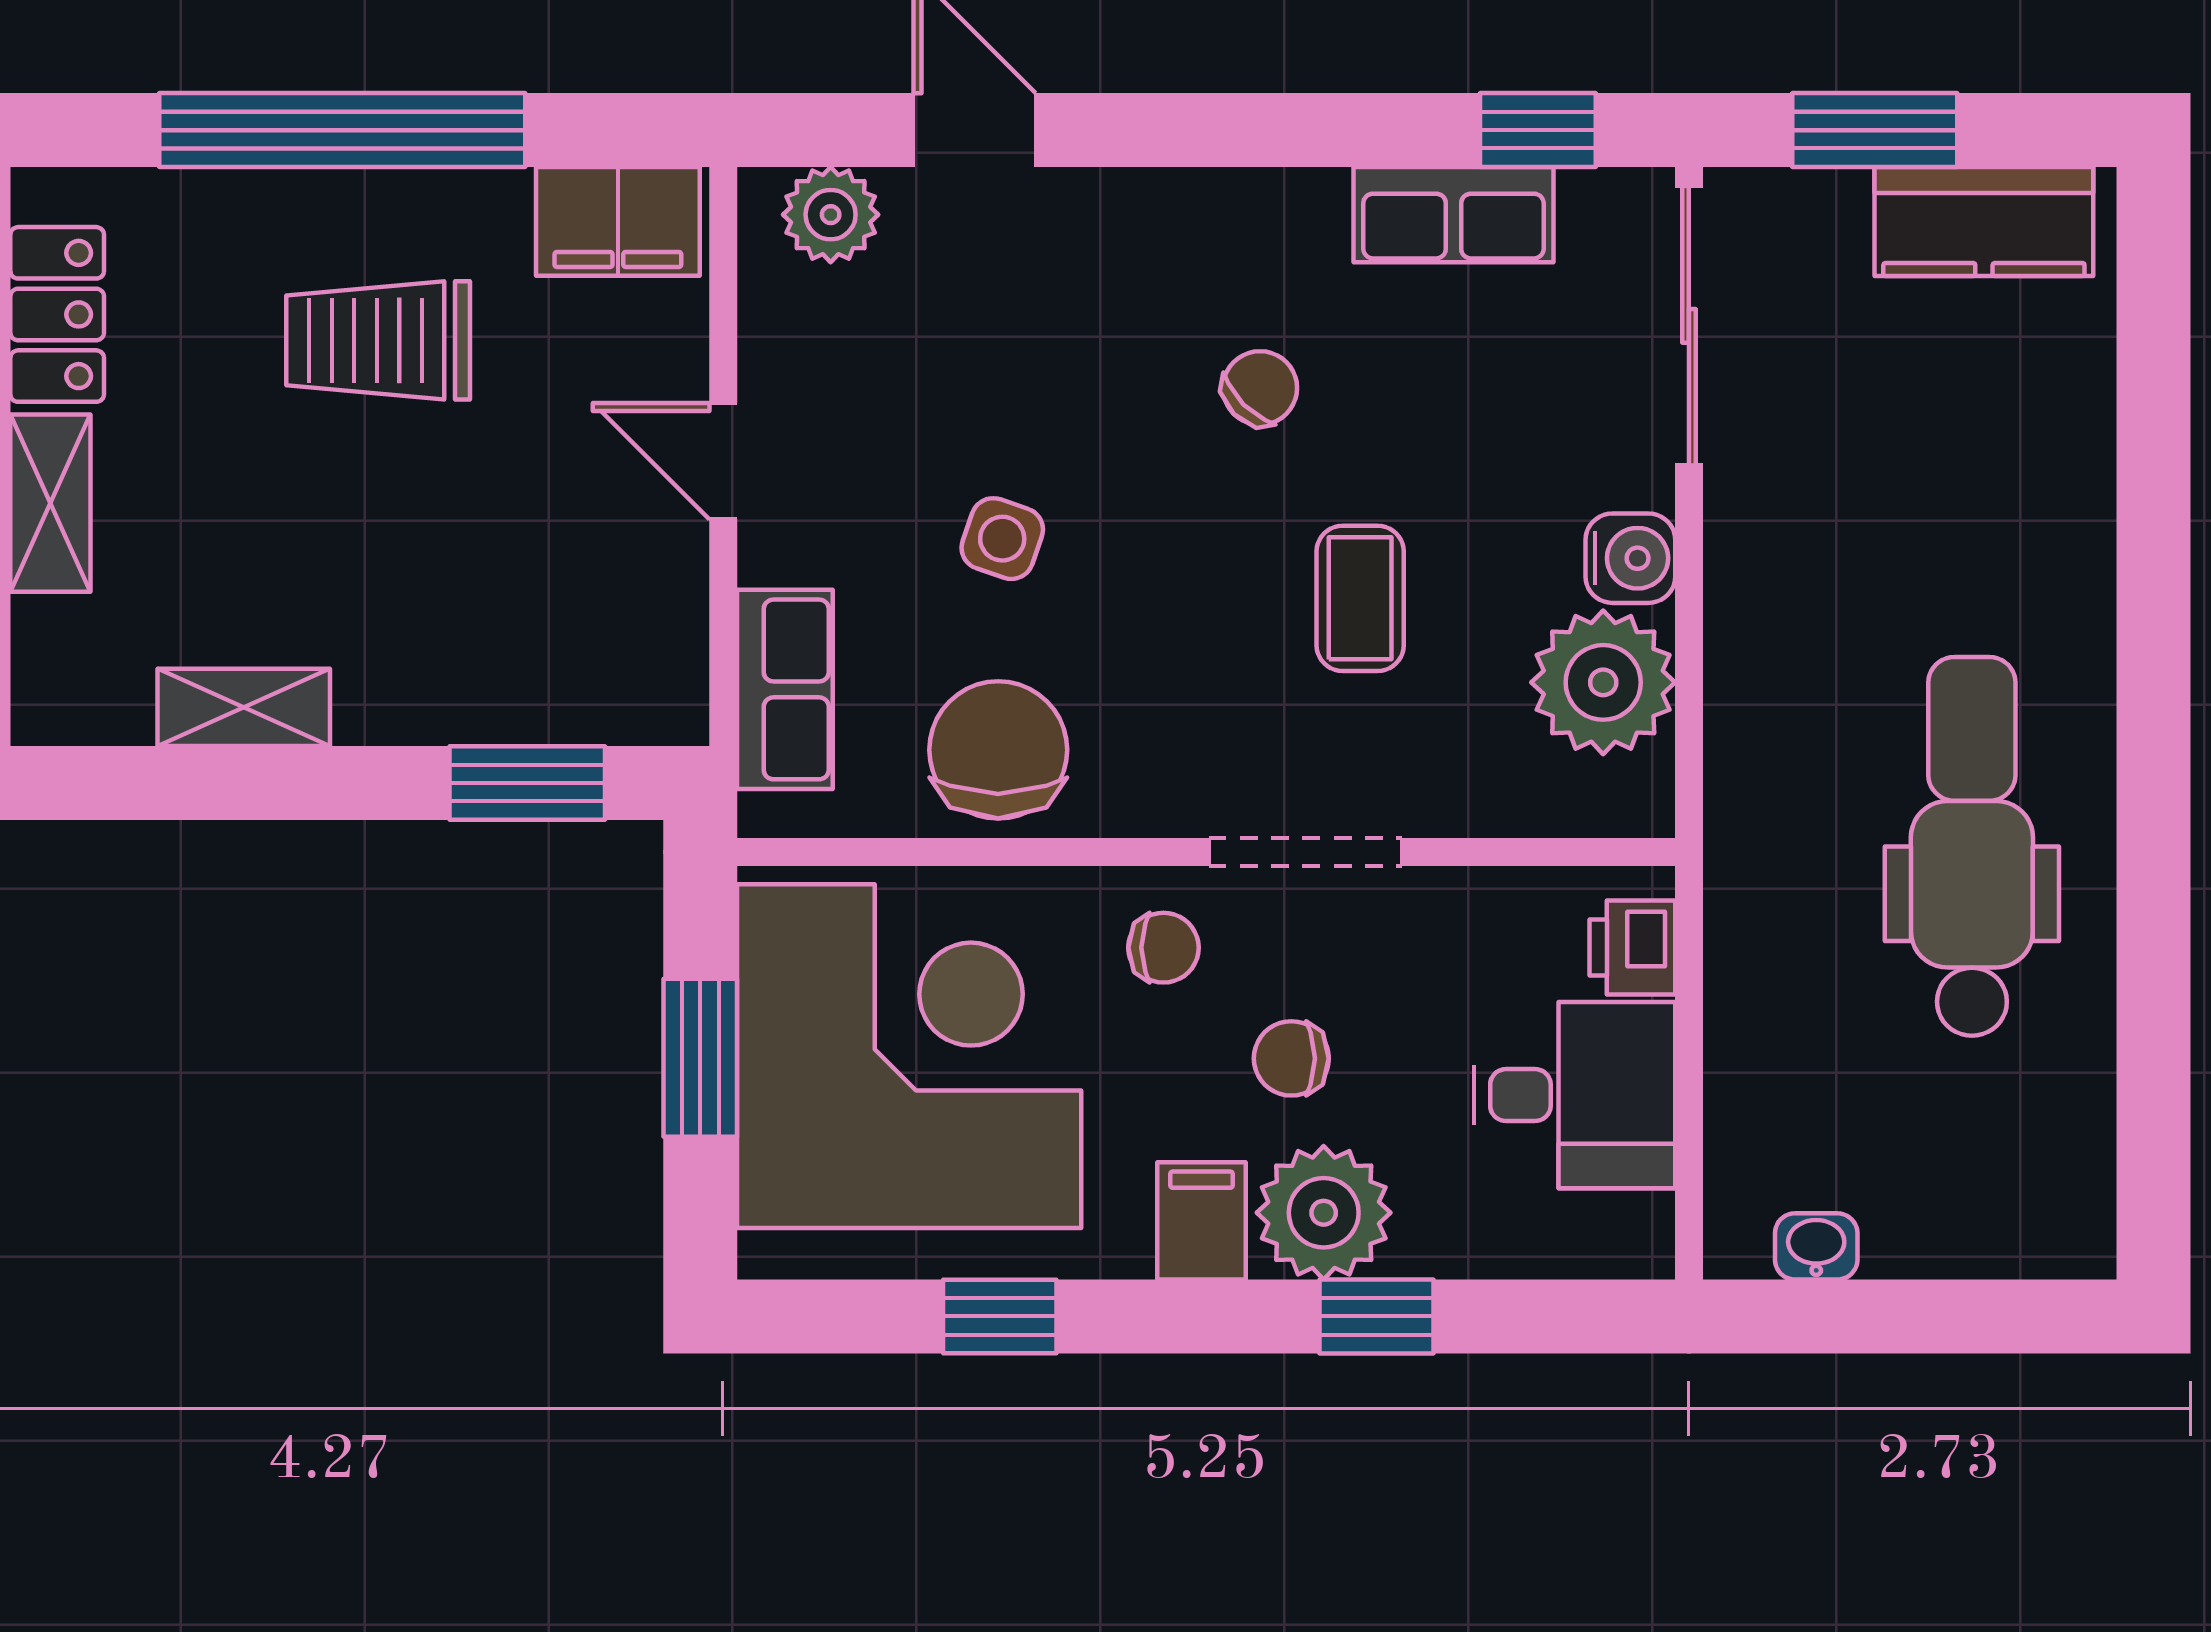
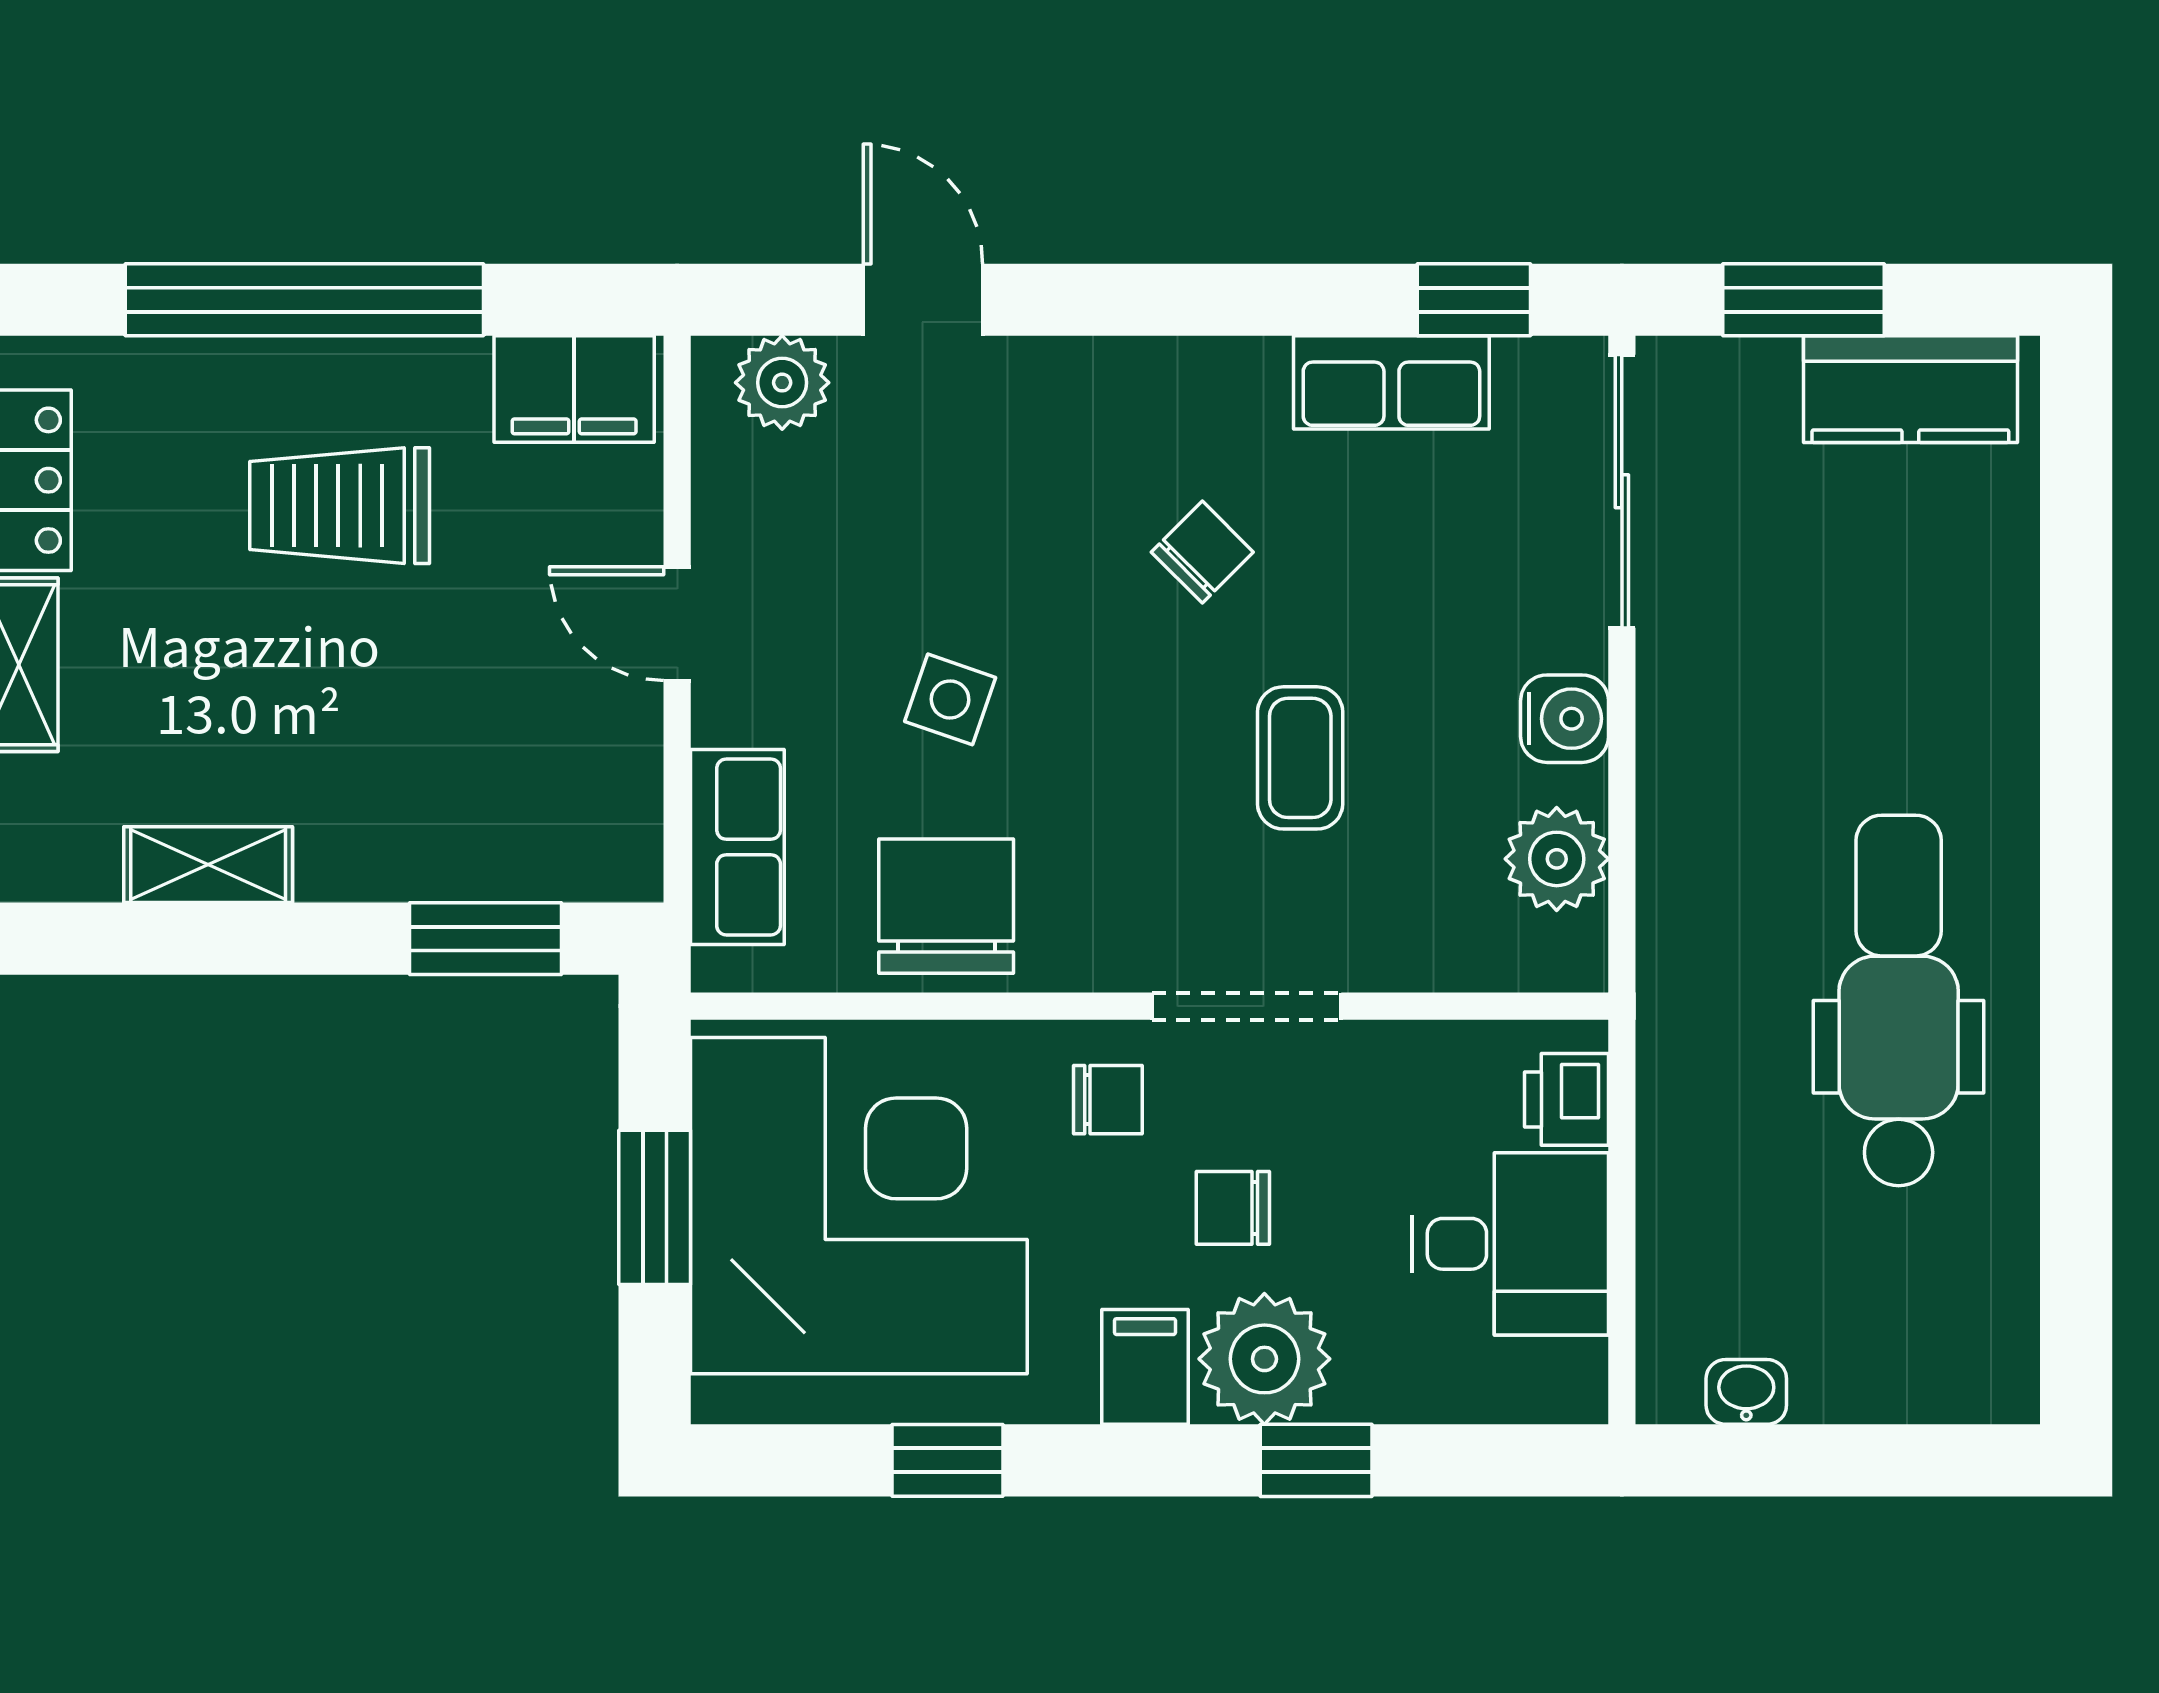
plant: (1603, 682) -> (1557, 859), width x0.73, depth x0.73

